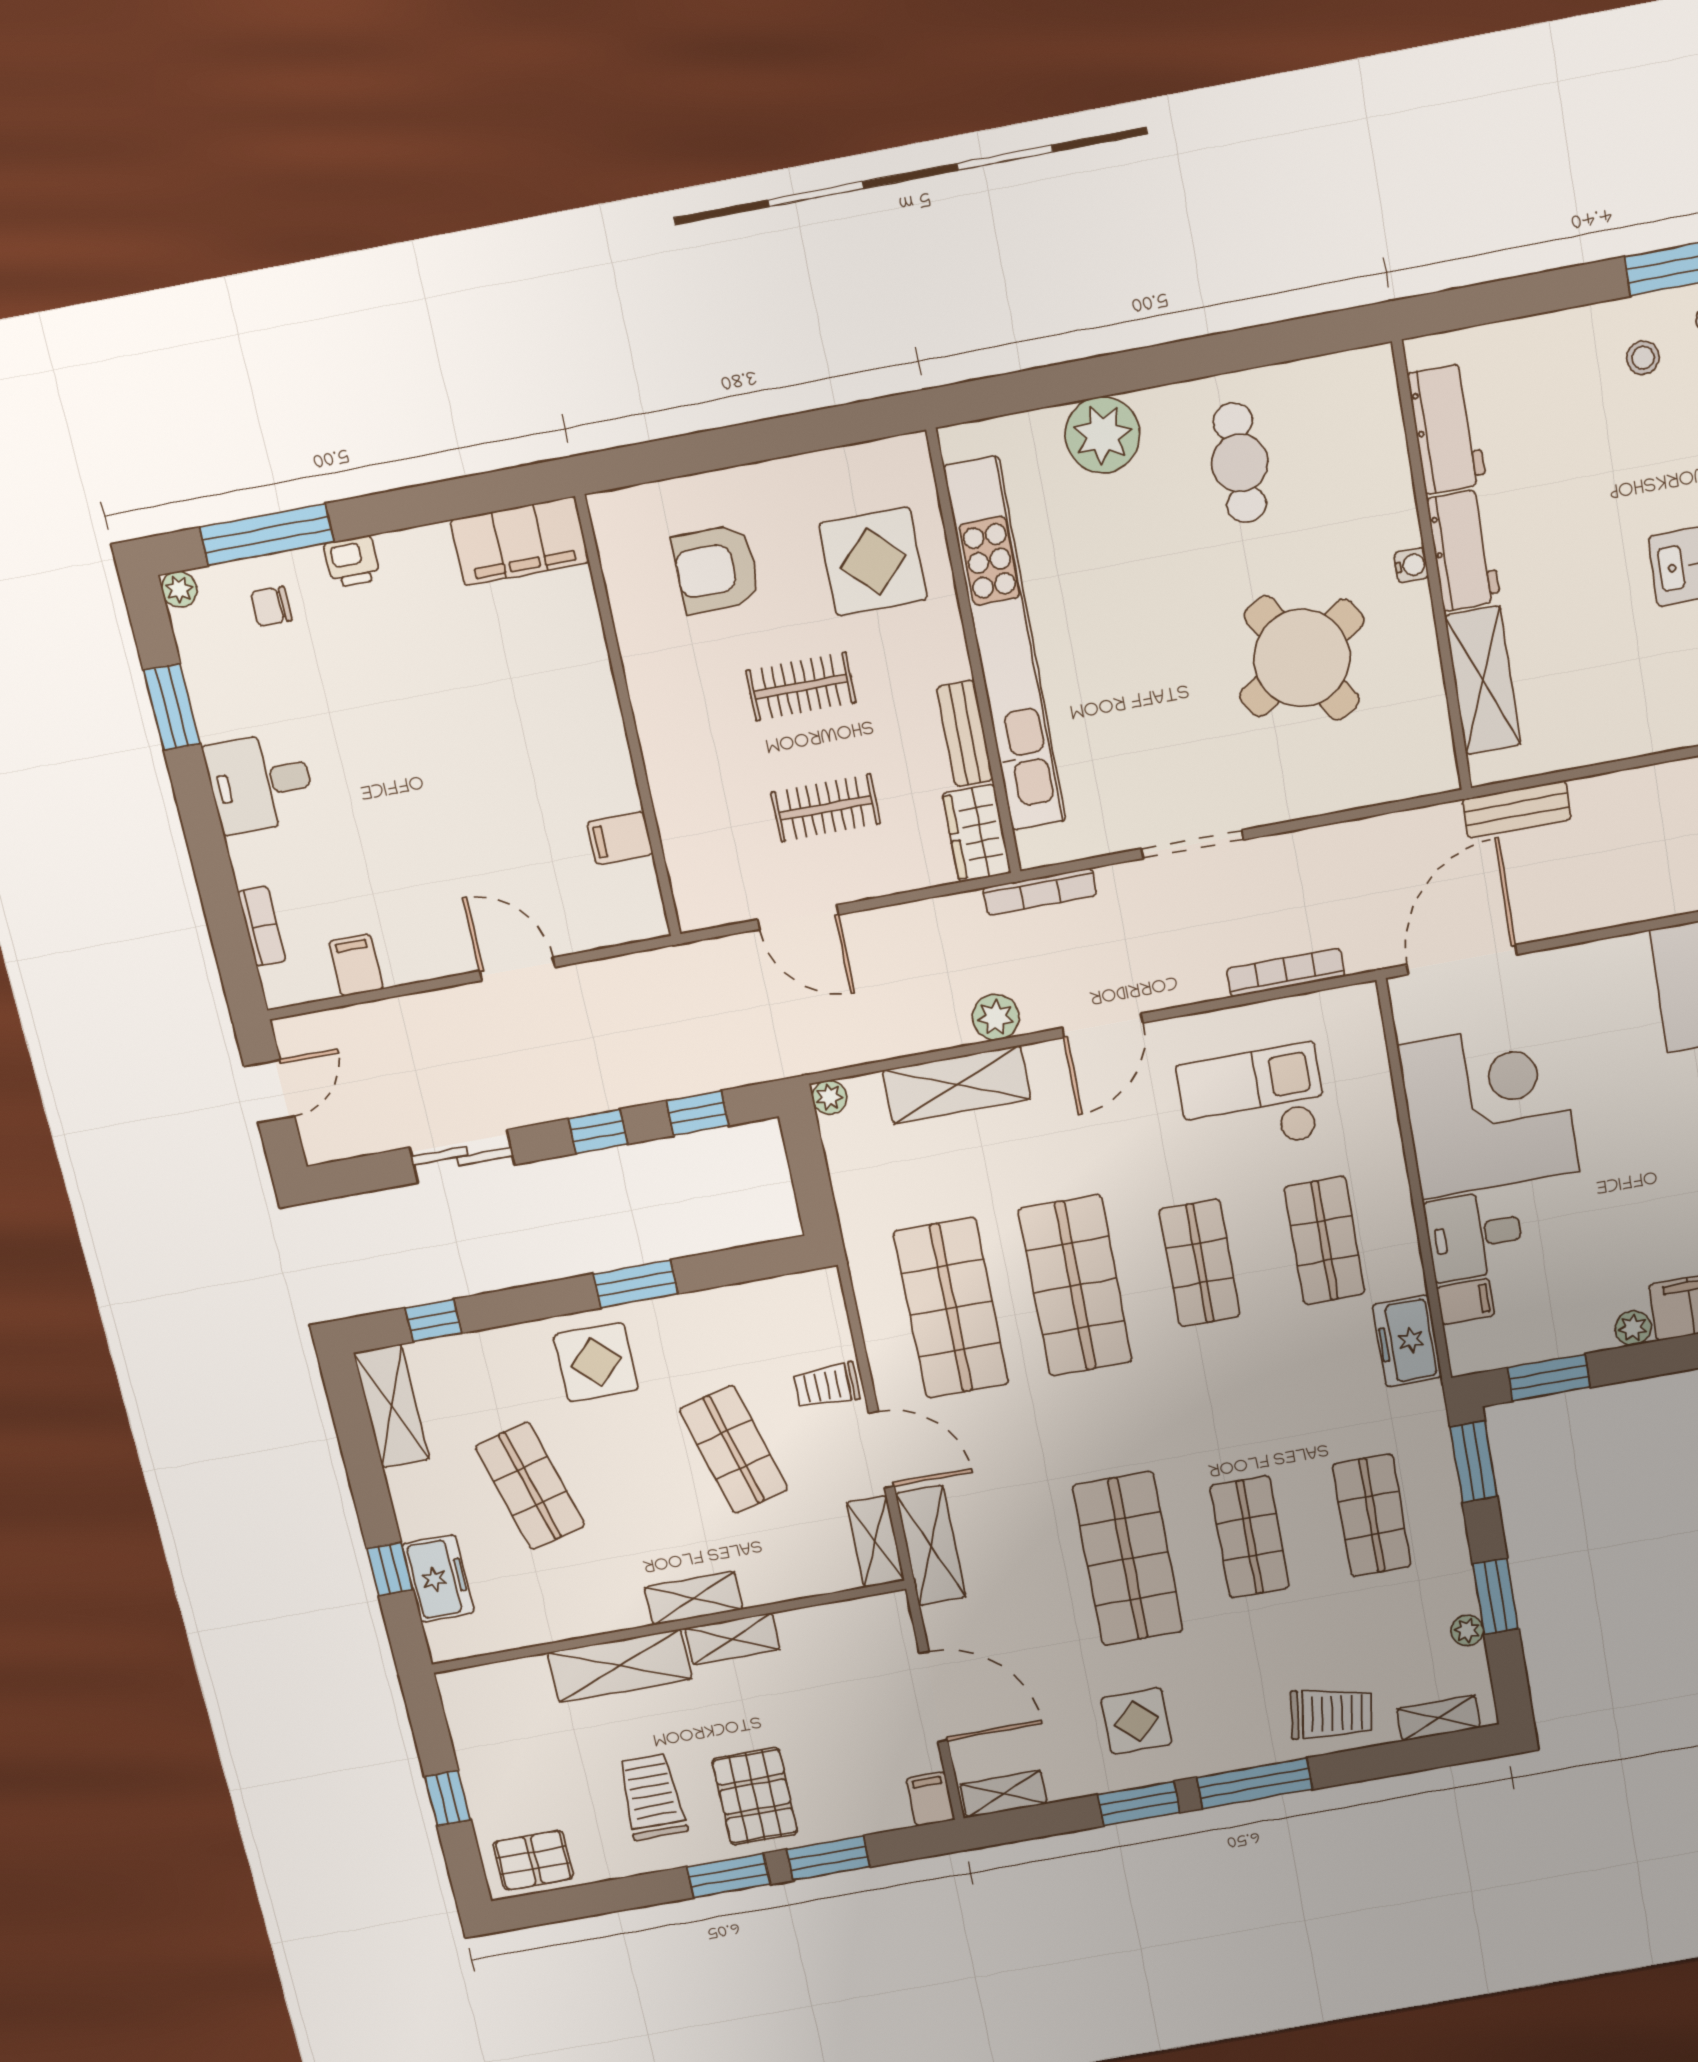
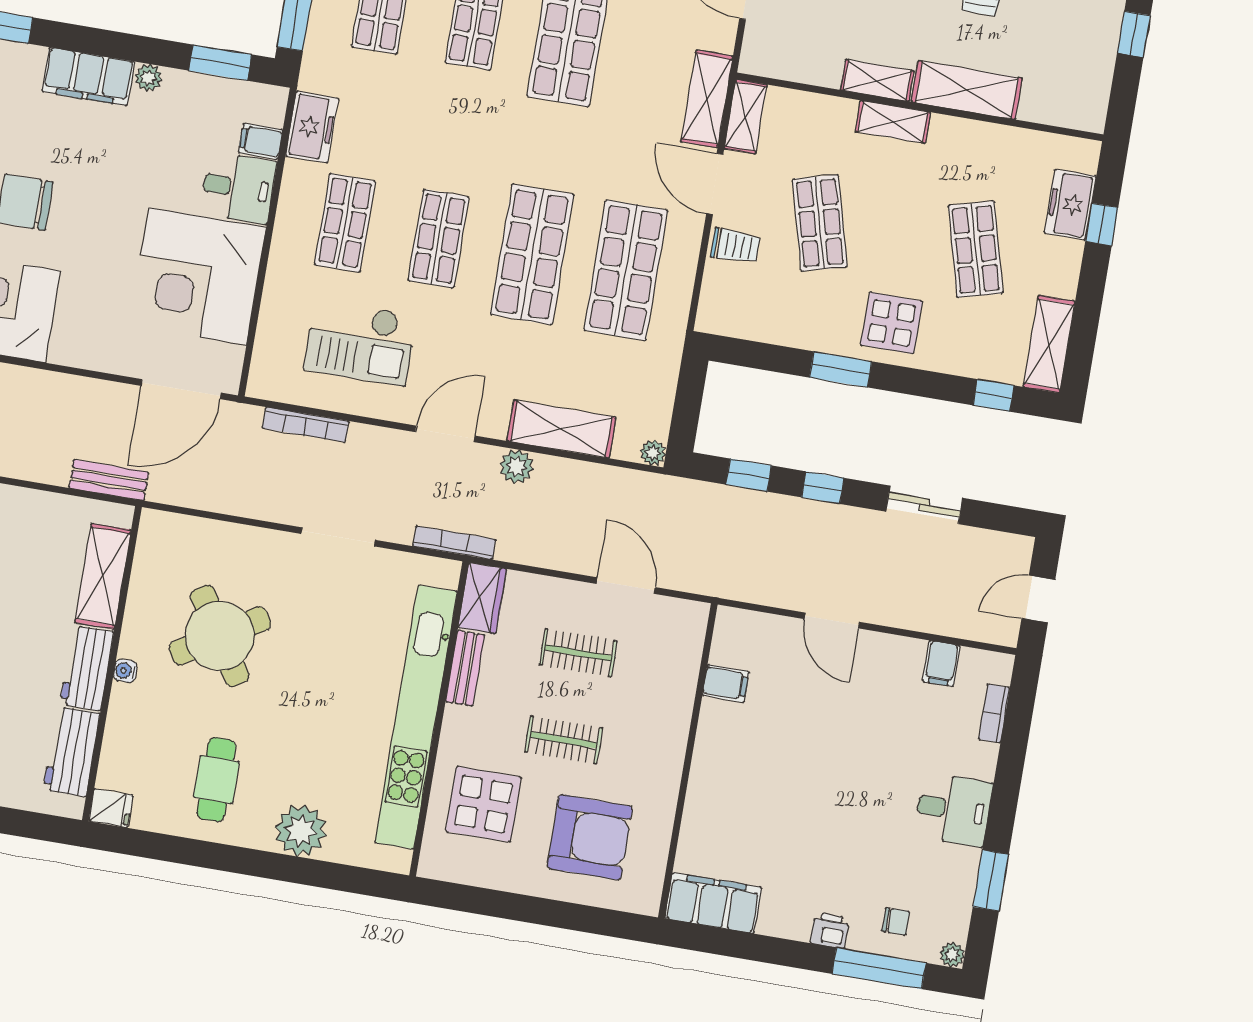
fridge: (1368, 370) -> (111, 808), added
armchair: (716, 569) -> (590, 837), width x1.36, depth x1.36

